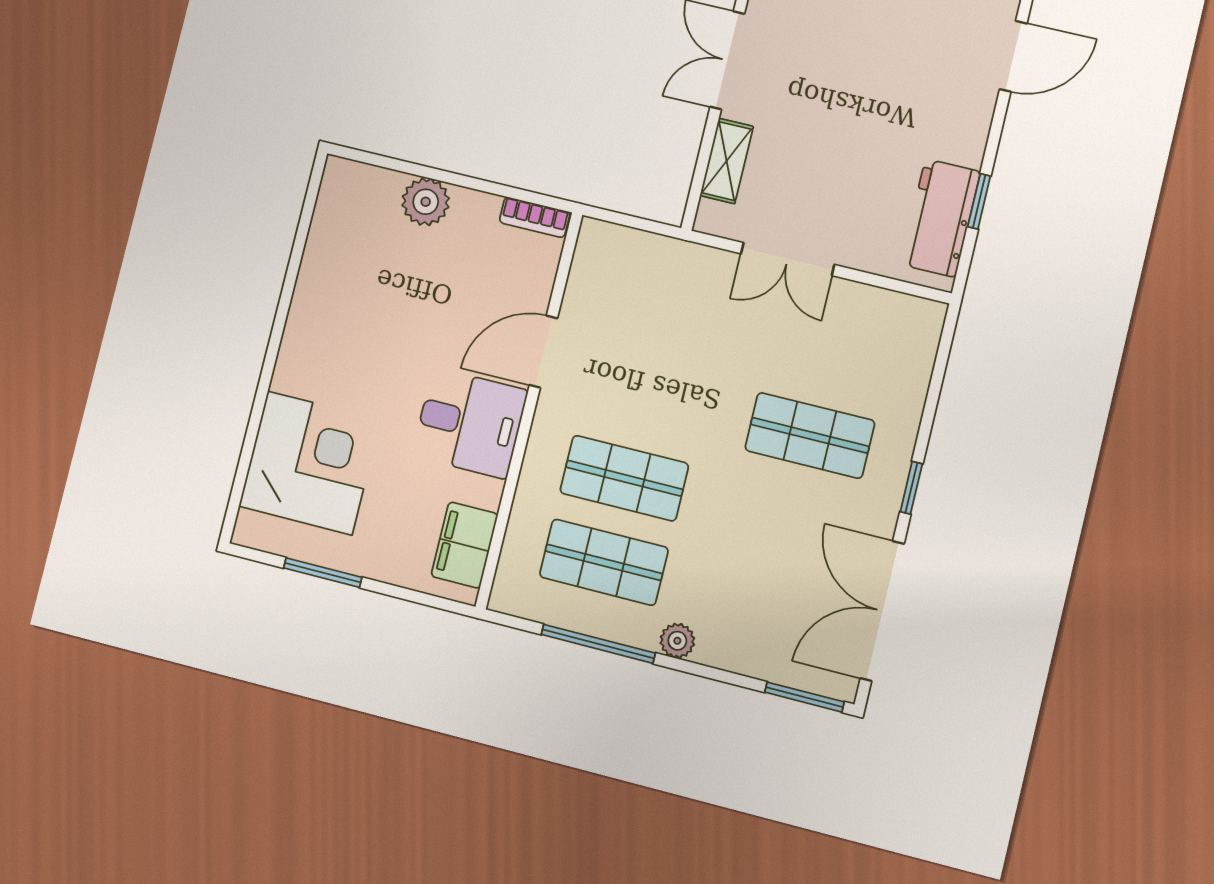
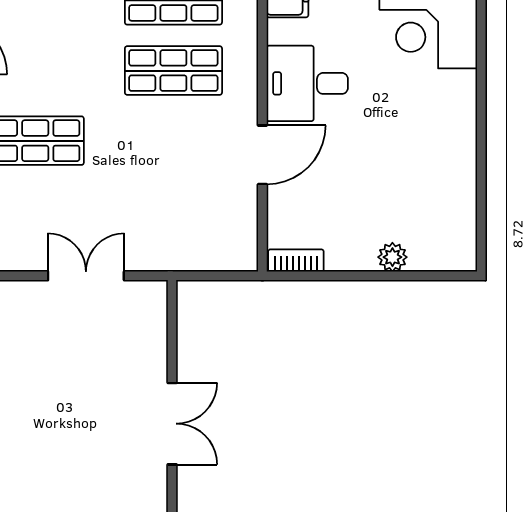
shelving: (727, 161) -> (153, 343), removed
plant: (426, 202) -> (392, 257), width x0.73, depth x0.73

